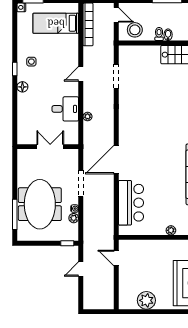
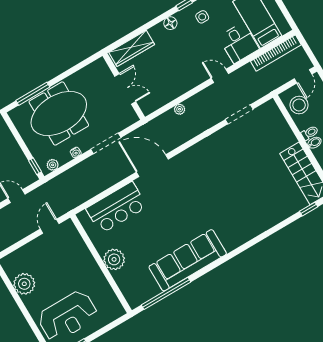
desk: (65, 109) -> (239, 43), moved
wardrobe: (24, 125) -> (132, 48), added
plant: (74, 218) -> (53, 165), moved
plant: (171, 230) -> (114, 259), width x1.88, depth x1.88

